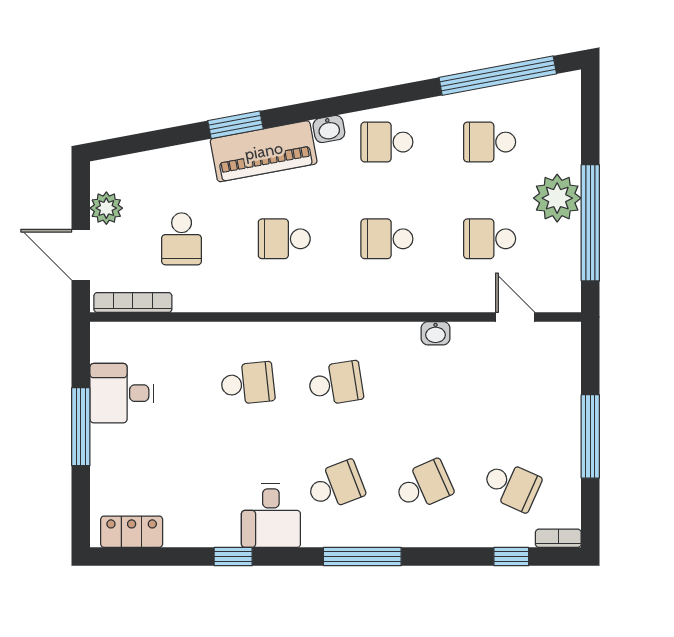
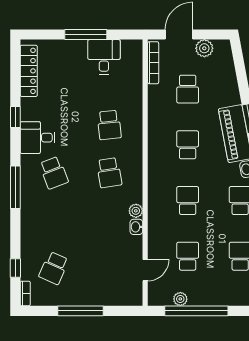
plant: (557, 198) -> (180, 299), moved, width x0.53, depth x0.53
school desk: (182, 239) -> (188, 89), turned -90
plant: (406, 334) -> (136, 211), added
school desk: (424, 486) -> (54, 220), removed
locker: (132, 532) -> (29, 71), width x1.53

